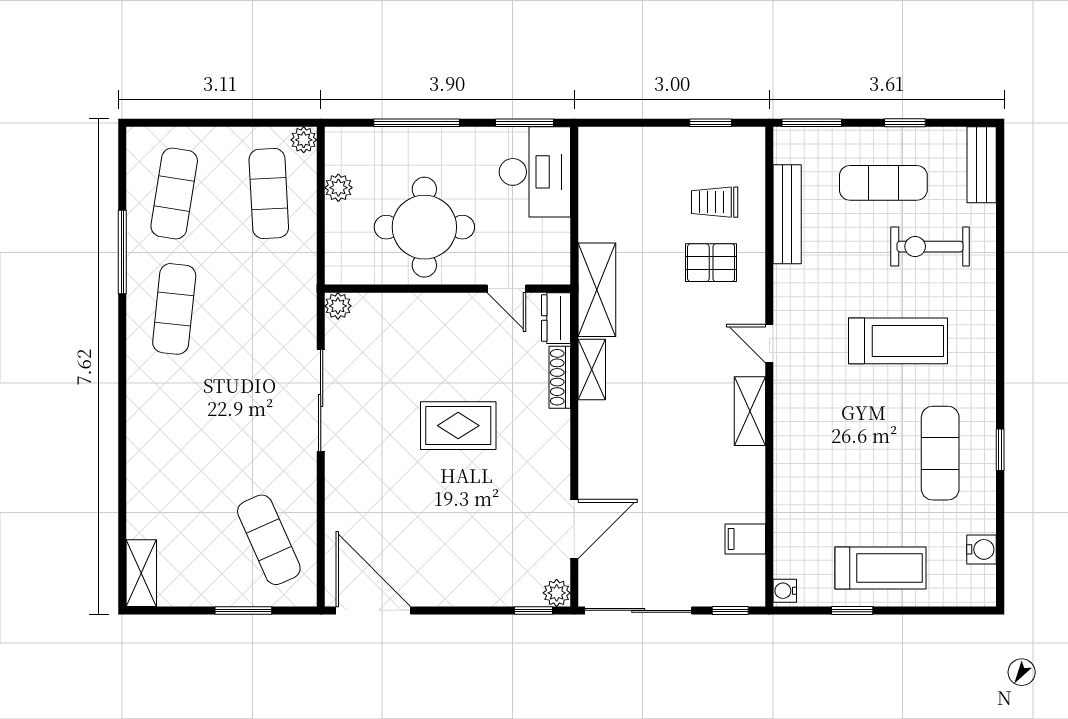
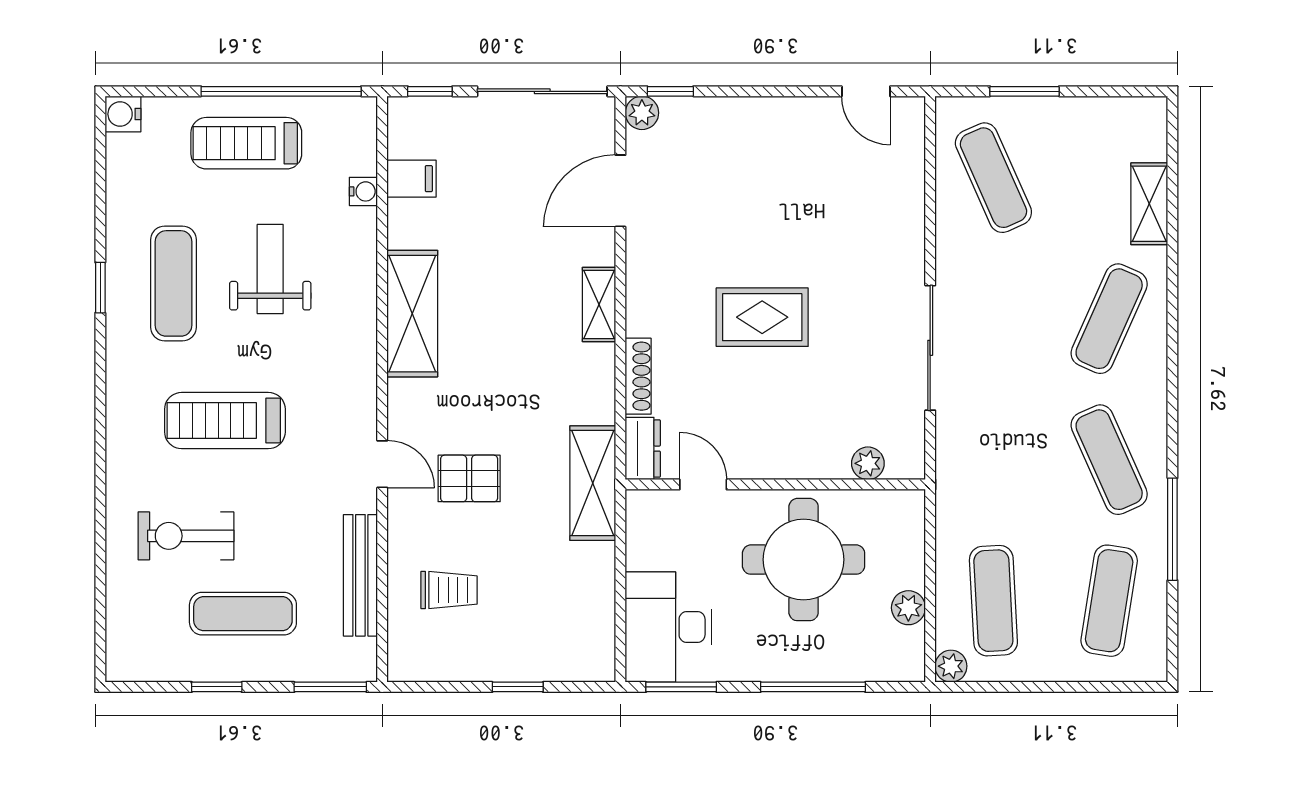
window: (711, 123) -> (518, 687), moved
bench: (982, 165) -> (123, 636), removed
exercise bike: (930, 247) -> (186, 536), turned 180
pallet: (711, 263) -> (469, 478), moved
plant: (338, 306) -> (868, 463), moved
exercise mat: (174, 309) -> (1109, 460), turned -30
door: (769, 344) -> (382, 464), moved
shelving: (592, 370) -> (599, 305), moved
shelving: (750, 411) -> (412, 314), width x1.50, depth x1.33
exercise mat: (174, 424) -> (1109, 319), added
weight bench: (861, 465) -> (270, 269), added
water cooler: (982, 549) -> (123, 114), moved
shelving: (141, 573) -> (1149, 204), moved
water cooler: (785, 591) -> (363, 191), moved
door: (373, 610) -> (866, 91), width x0.53
window: (852, 610) -> (281, 91), width x3.17

